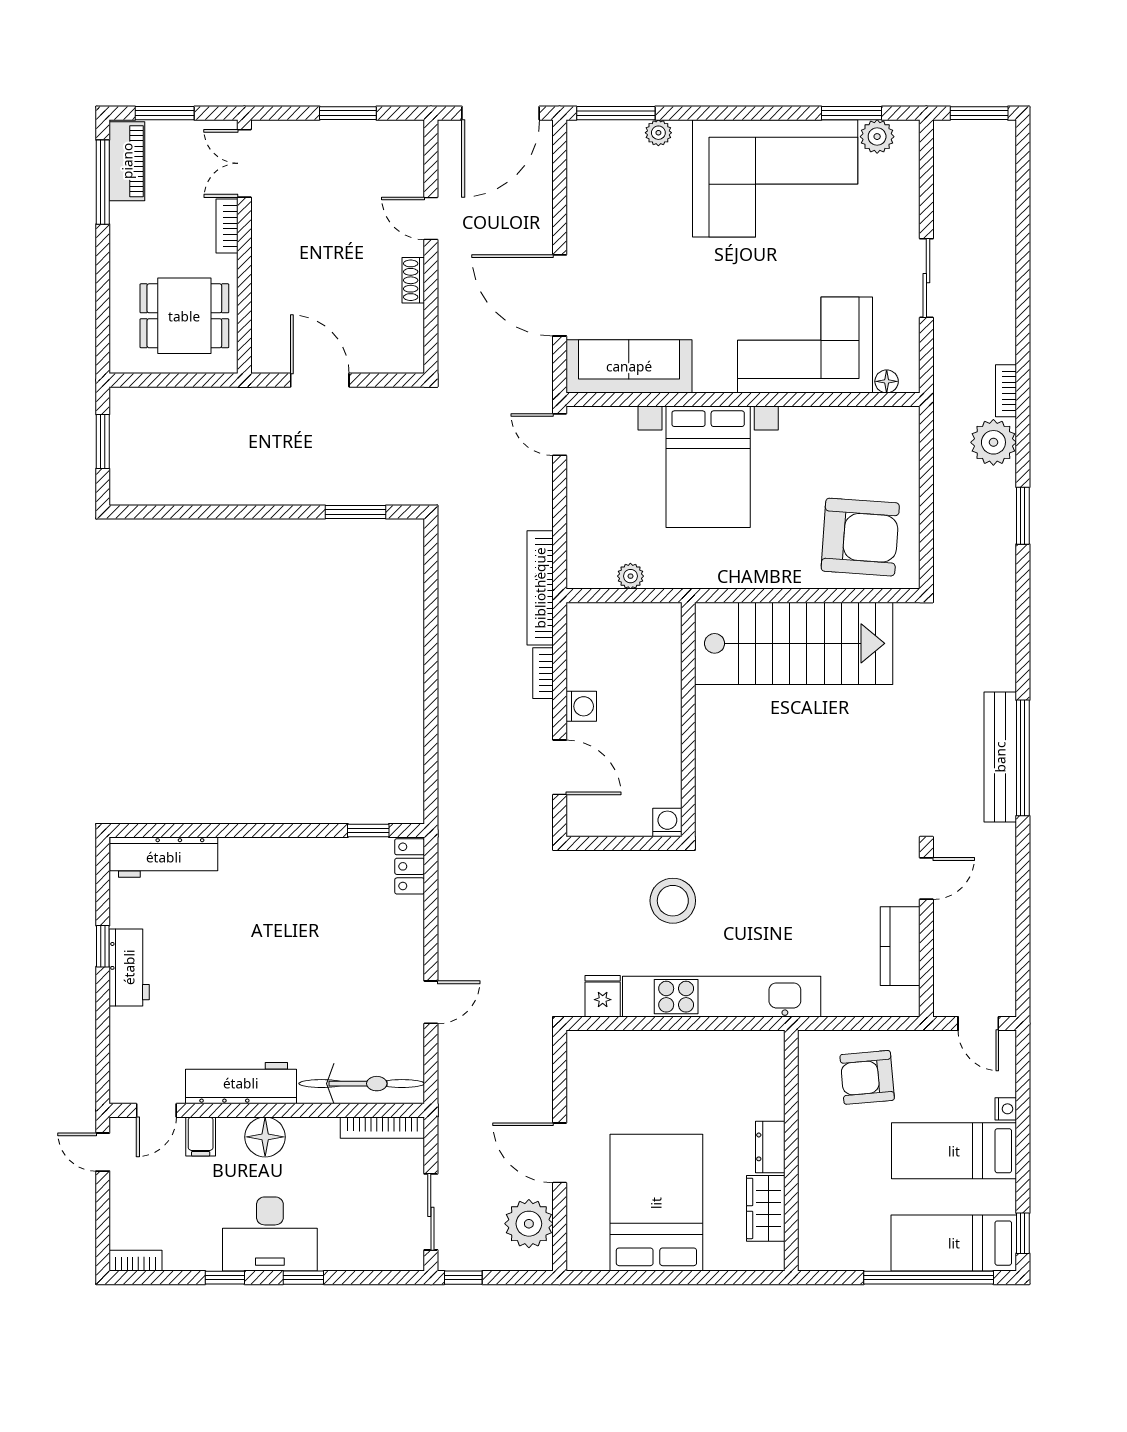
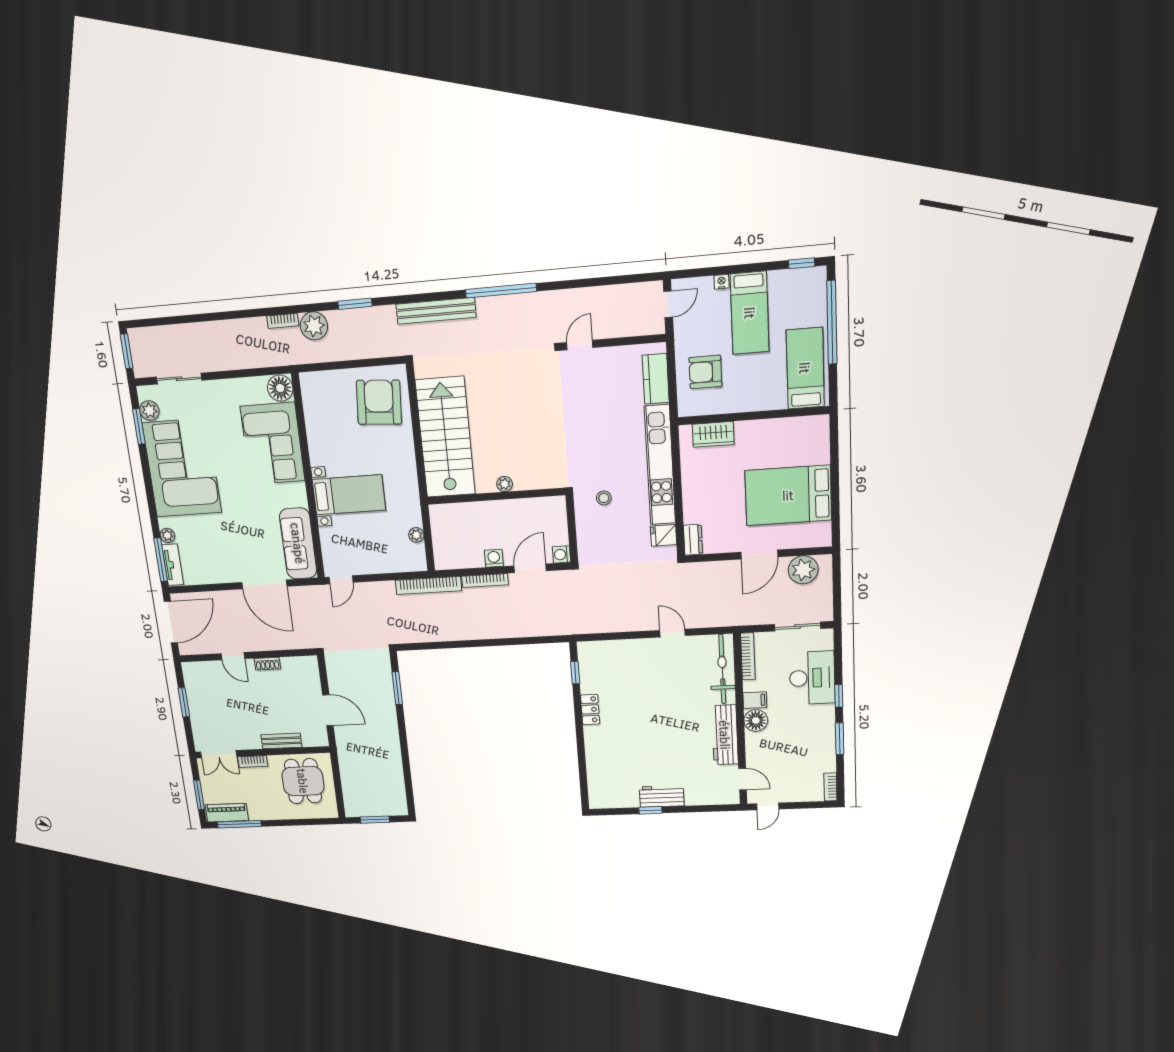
door: (501, 113) -> (171, 622), hinge flipped
tv unit: (605, 134) -> (173, 565), added
door: (431, 218) -> (233, 656), hinge flipped
sliding door: (926, 278) -> (179, 379), moved
bench: (265, 286) -> (281, 741), added
door: (560, 295) -> (264, 584), hinge flipped
door: (320, 380) -> (328, 710), swing flipped
floor lamp: (887, 381) -> (280, 388), width x1.89, depth x1.89
bed with nightstands: (708, 467) -> (349, 495), width x0.73
bookcase: (543, 673) -> (485, 580), width x1.56
plant: (708, 736) -> (505, 484), added
bench: (1000, 757) -> (436, 311), moved
washing machine: (667, 822) -> (561, 554), moved
workbench: (164, 857) -> (598, 781), removed
locker: (410, 866) -> (590, 709), moved, turned -90
door: (926, 878) -> (580, 345), hinge flipped
stool: (673, 901) -> (604, 498), width x0.53, depth x0.53
kitchen counter: (900, 946) -> (656, 379), moved, turned 90
armchair: (867, 1077) -> (705, 372), turned 95
filing cabinet: (201, 1136) -> (755, 700), moved
dresser: (770, 1147) -> (693, 540), moved, turned -90
wardrobe: (766, 1208) -> (713, 434), moved
desk: (270, 1234) -> (812, 678), moved
bed: (954, 1243) -> (805, 368), moved, turned 180
window: (225, 1278) -> (840, 739), width x1.50
window: (463, 1278) -> (837, 606), removed

